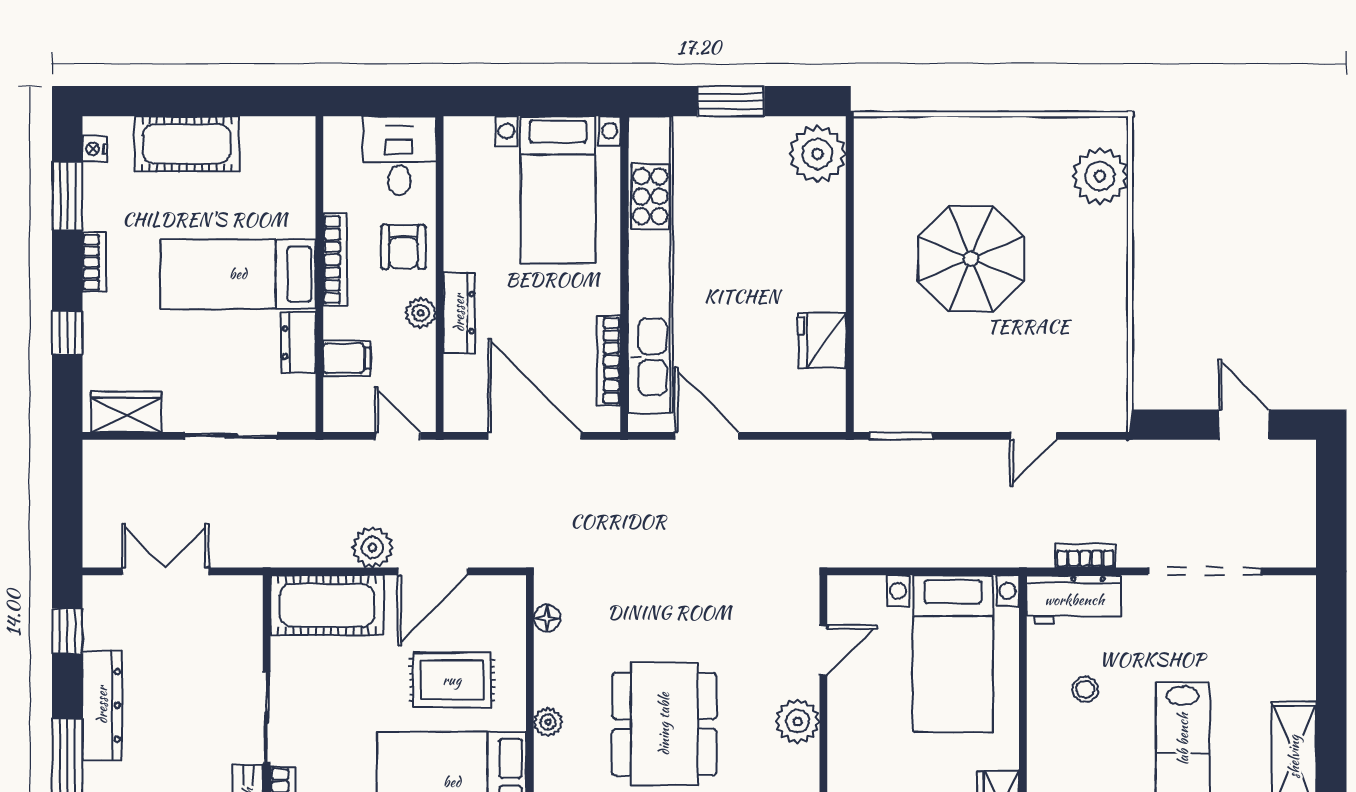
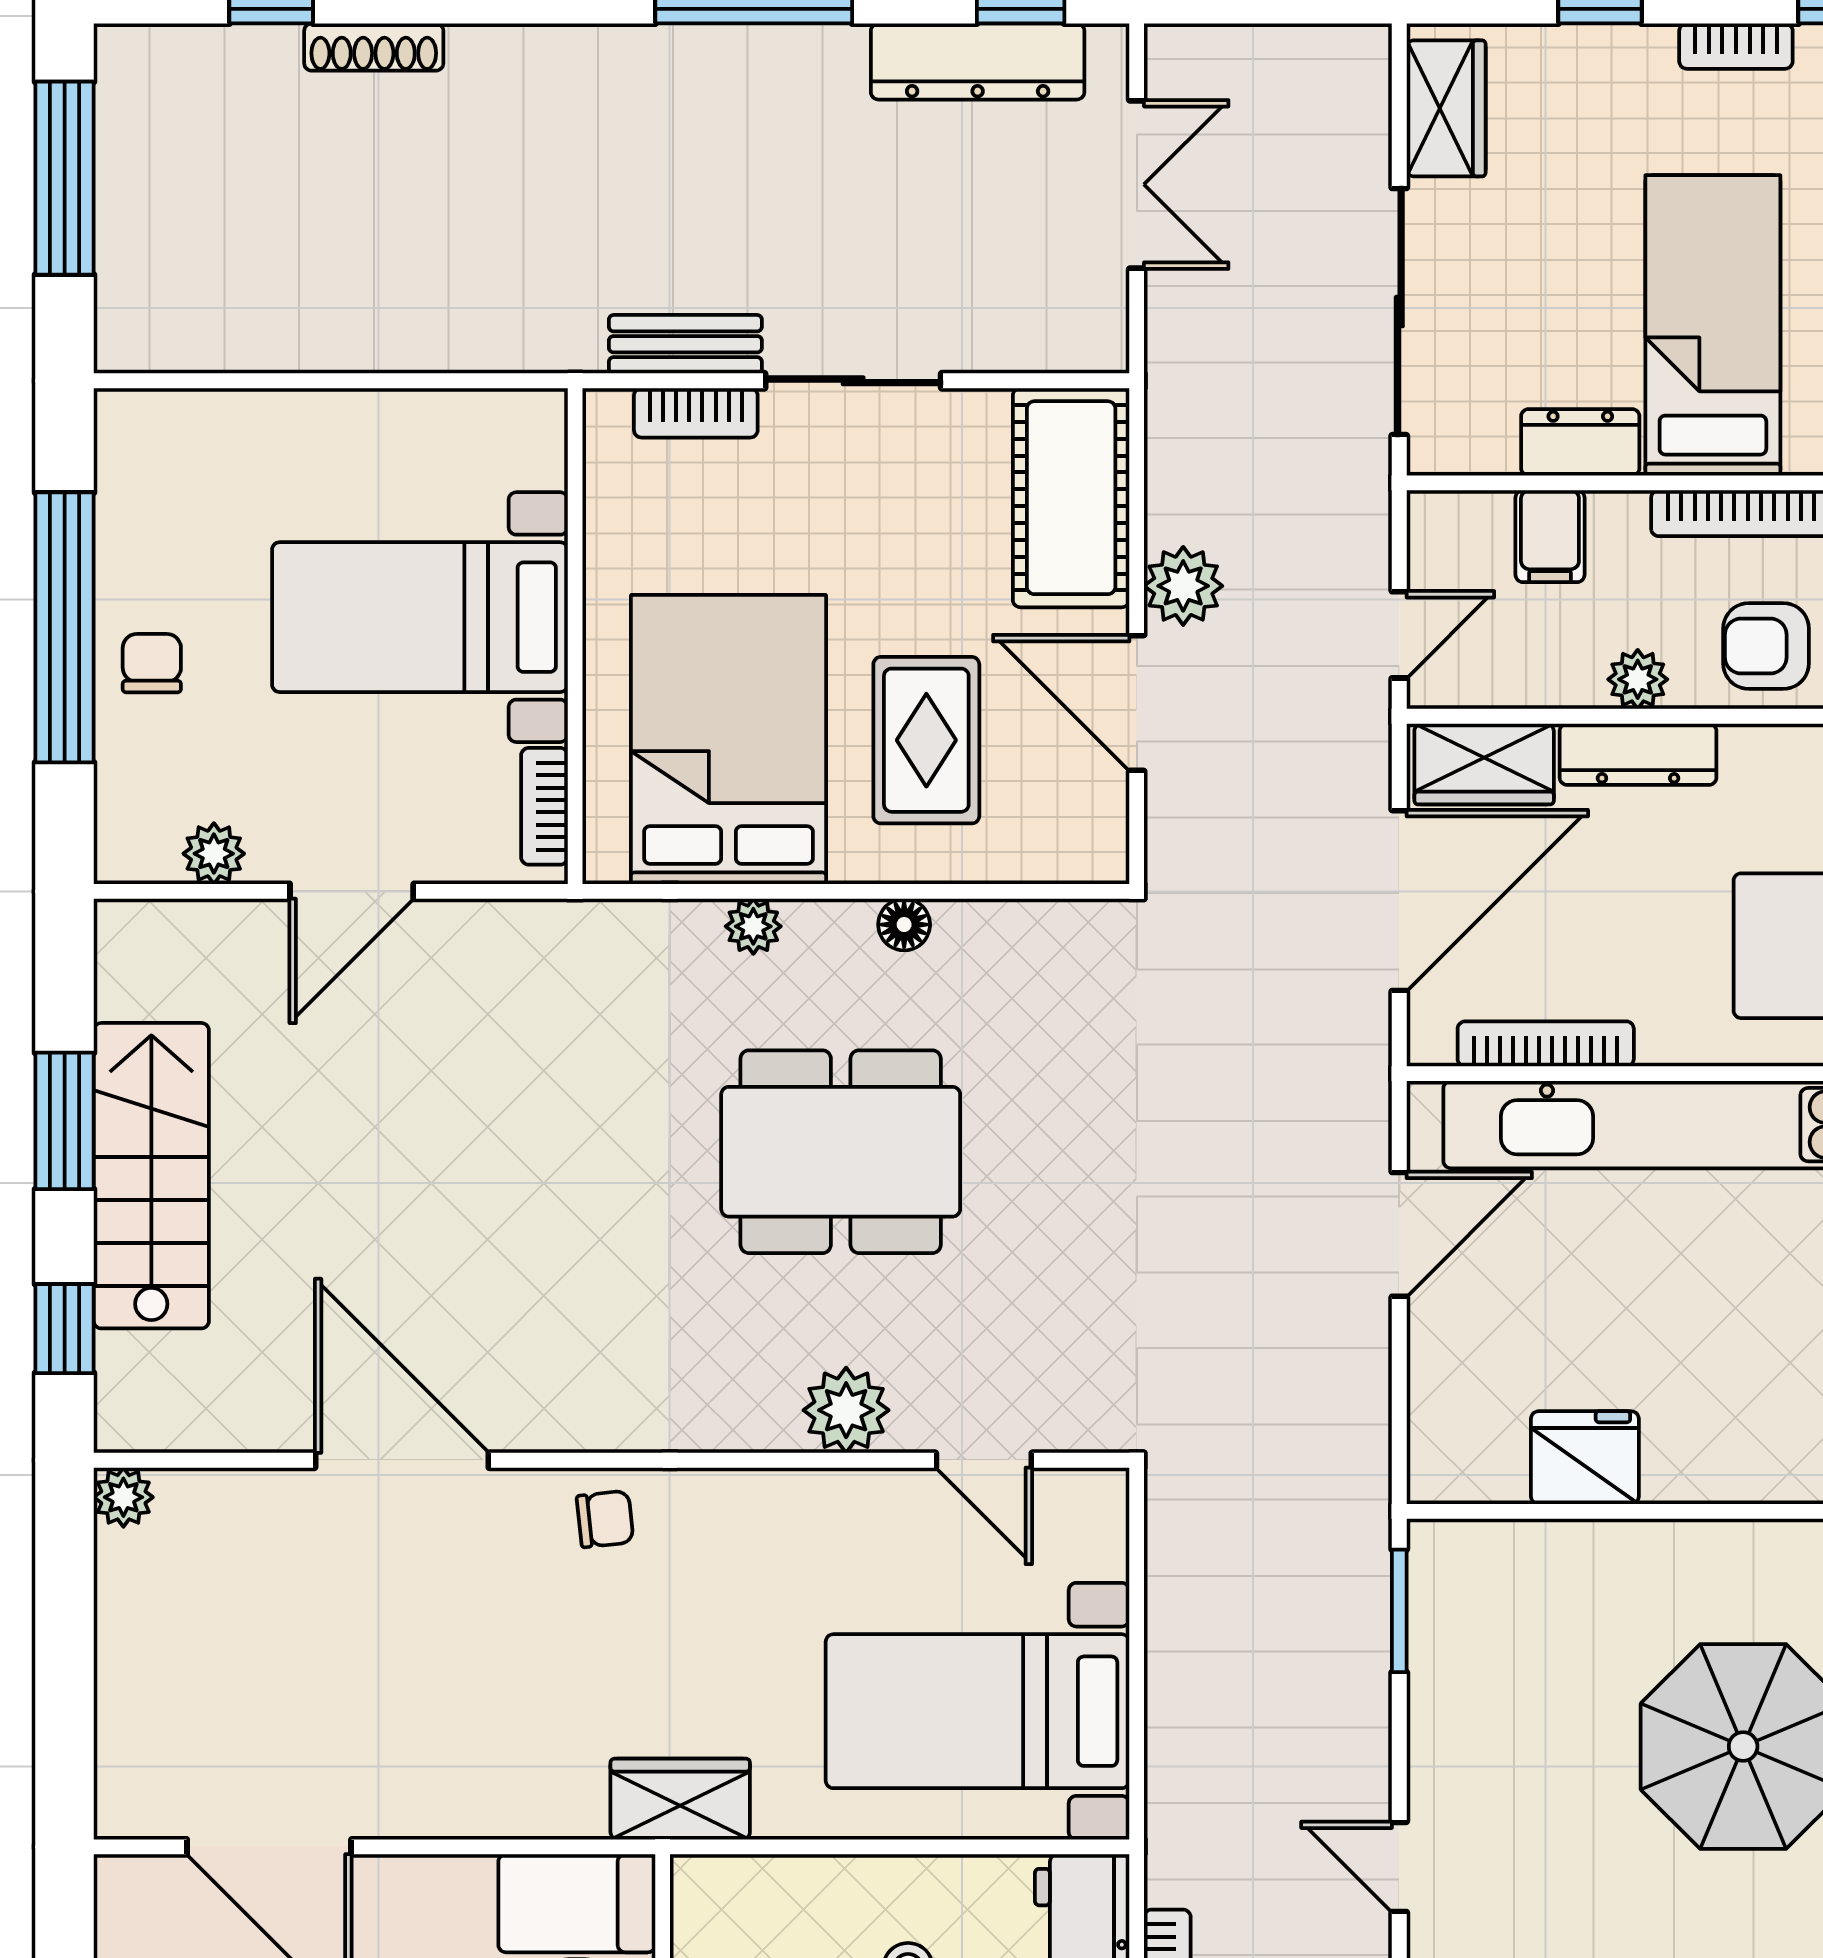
wardrobe: (464, 392) -> (1484, 764), added
sliding door: (231, 436) -> (1399, 312), width x1.37
floor lamp: (547, 618) -> (904, 925), moved
dresser: (102, 705) -> (978, 61), moved
plant: (548, 722) -> (753, 926), moved

